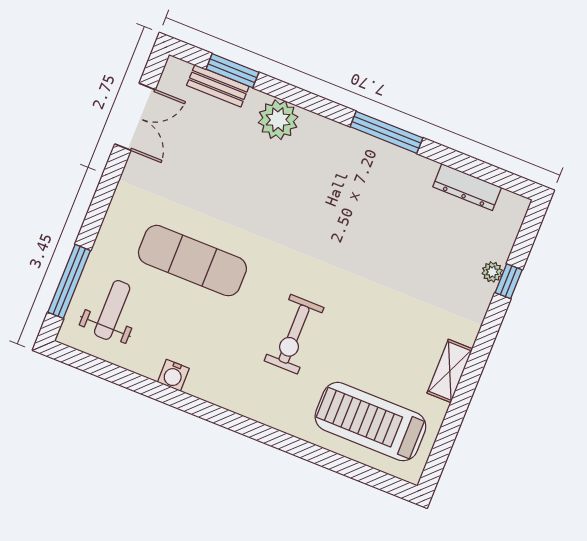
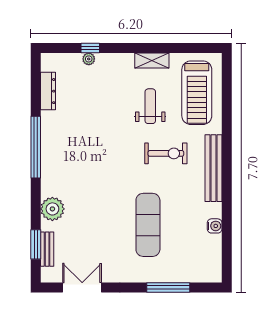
window: (386, 132) -> (36, 147), width x1.46
window: (69, 281) -> (168, 288), moved
weight bench: (112, 310) -> (150, 106), moved, turned 90
water cooler: (173, 375) -> (215, 226), moved
bench: (241, 400) -> (213, 168), added

